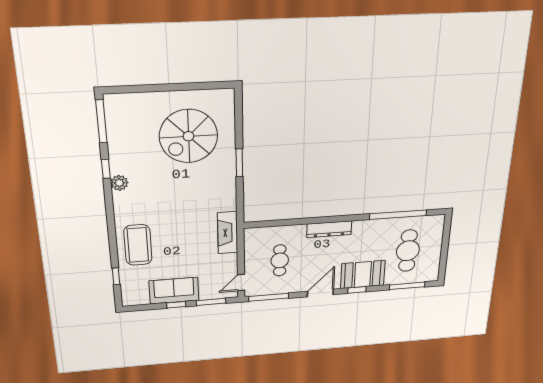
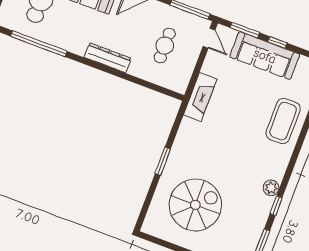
door: (241, 282) -> (209, 38), hinge flipped
sofa: (174, 291) -> (265, 56), width x1.36

